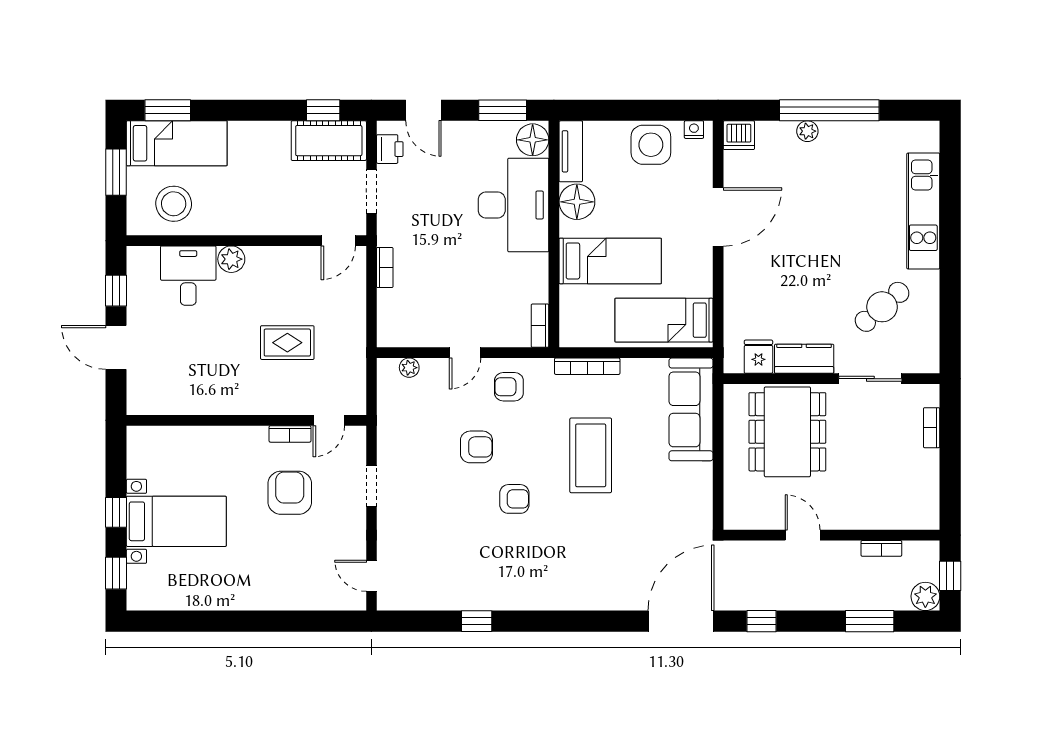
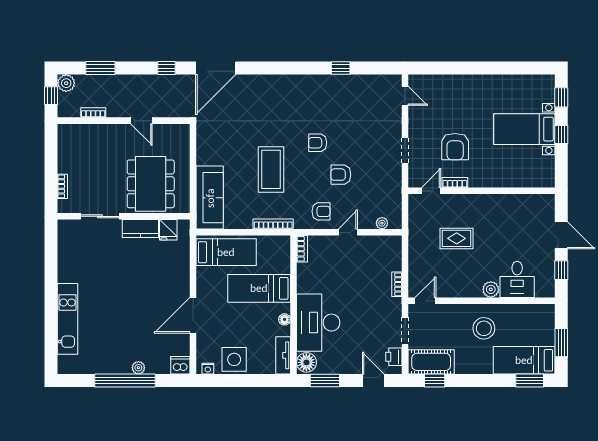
floor lamp: (577, 202) -> (284, 319), width x0.53, depth x0.53
stool: (174, 204) -> (484, 328), moved
cafe table: (882, 307) -> (93, 260), removed

